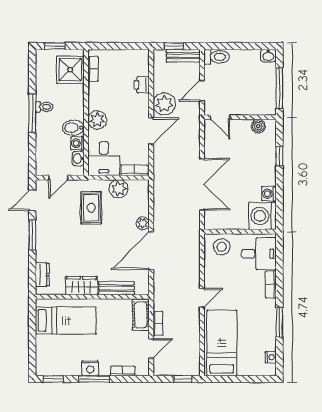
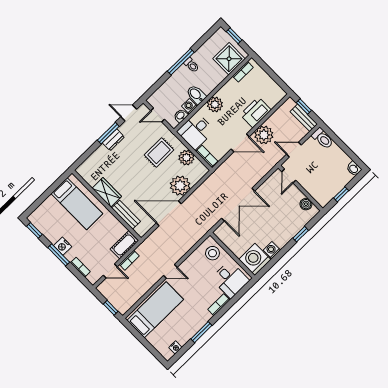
printer: (142, 85) -> (256, 112), width x1.87, depth x1.48
window: (279, 88) -> (341, 194), width x0.46
plant: (143, 223) -> (180, 186), width x1.88, depth x1.88
dresser: (42, 275) -> (113, 140), moved

